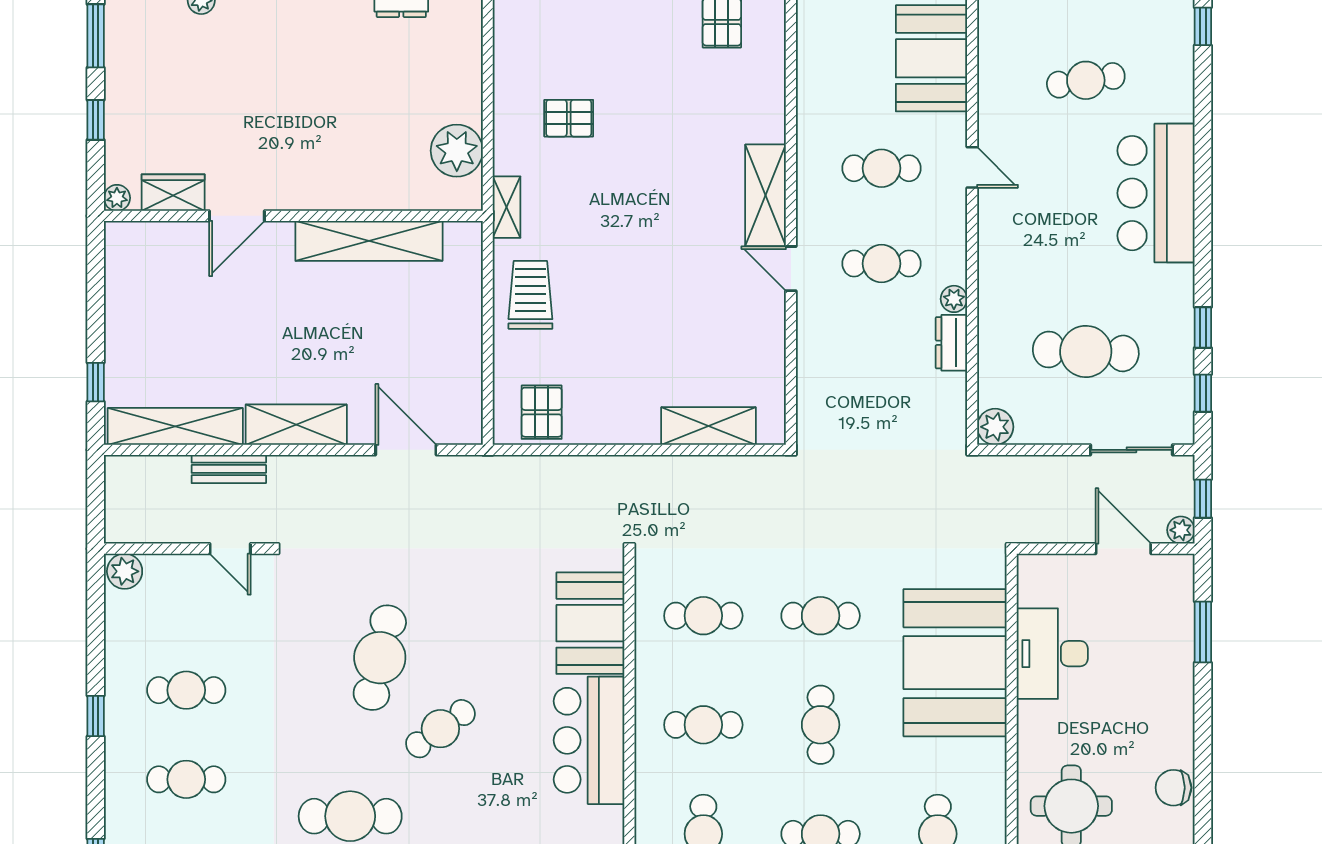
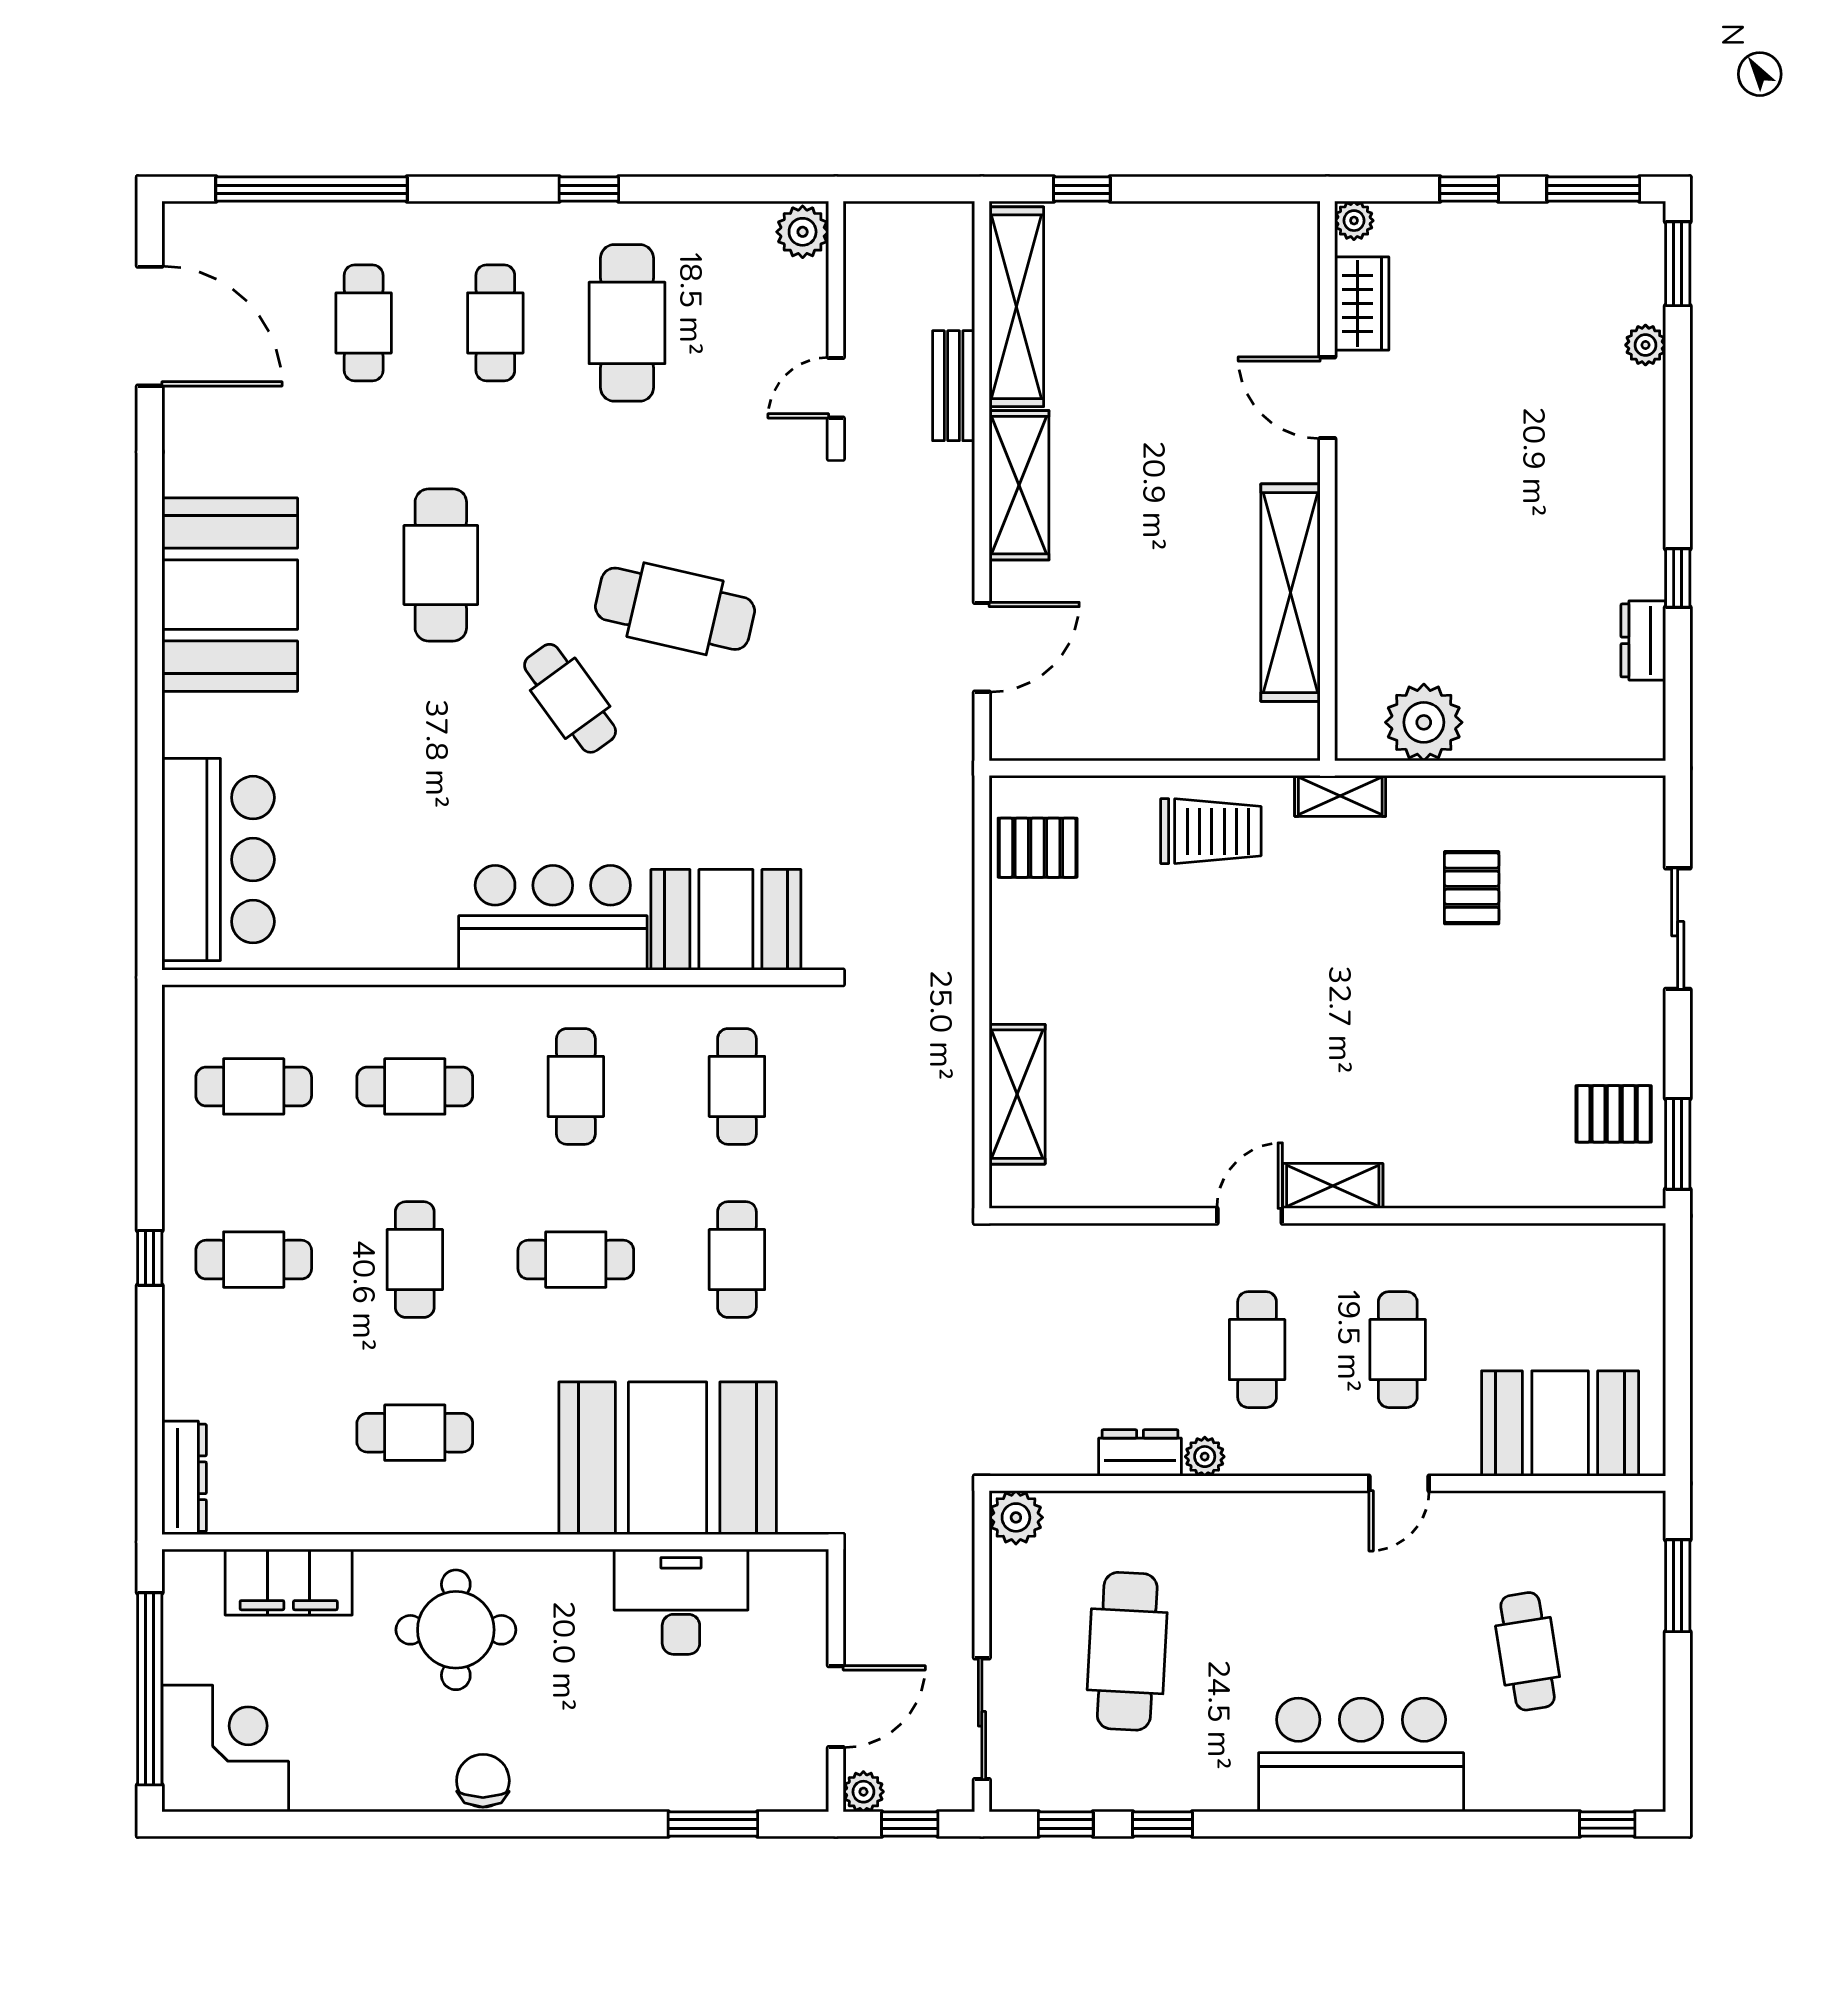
shelving: (766, 195) -> (1333, 1186), width x0.67, depth x0.75
cafe table: (186, 690) -> (627, 323), width x1.37, depth x1.35

